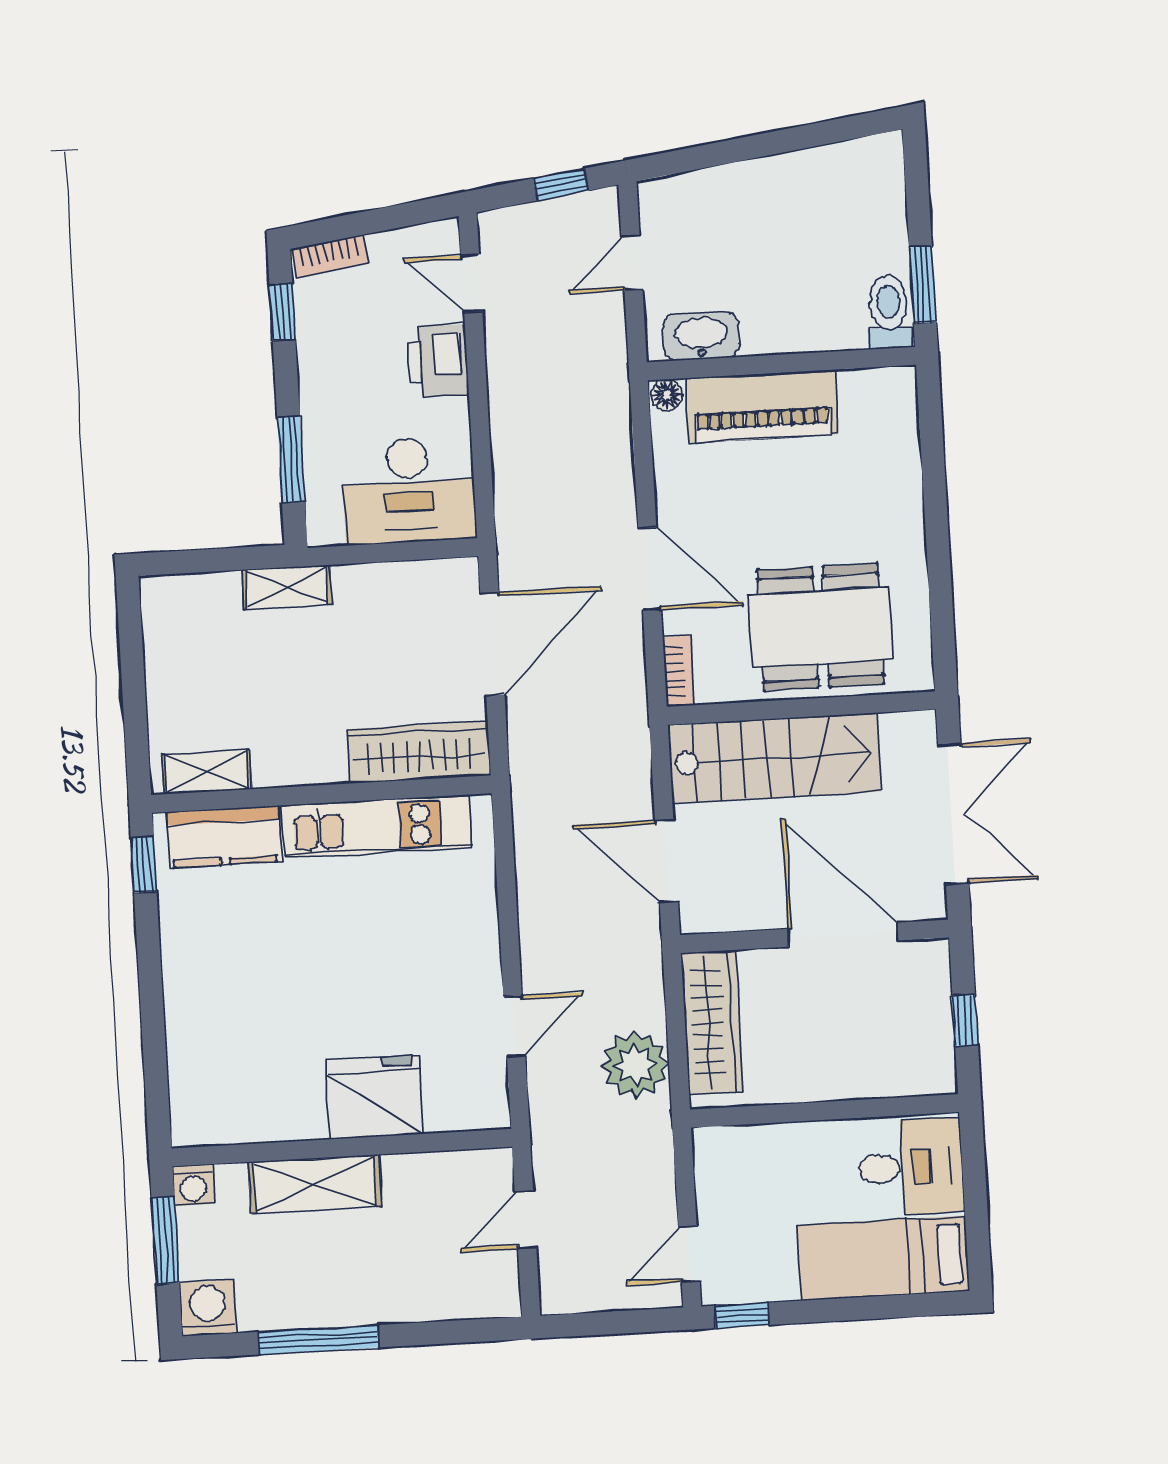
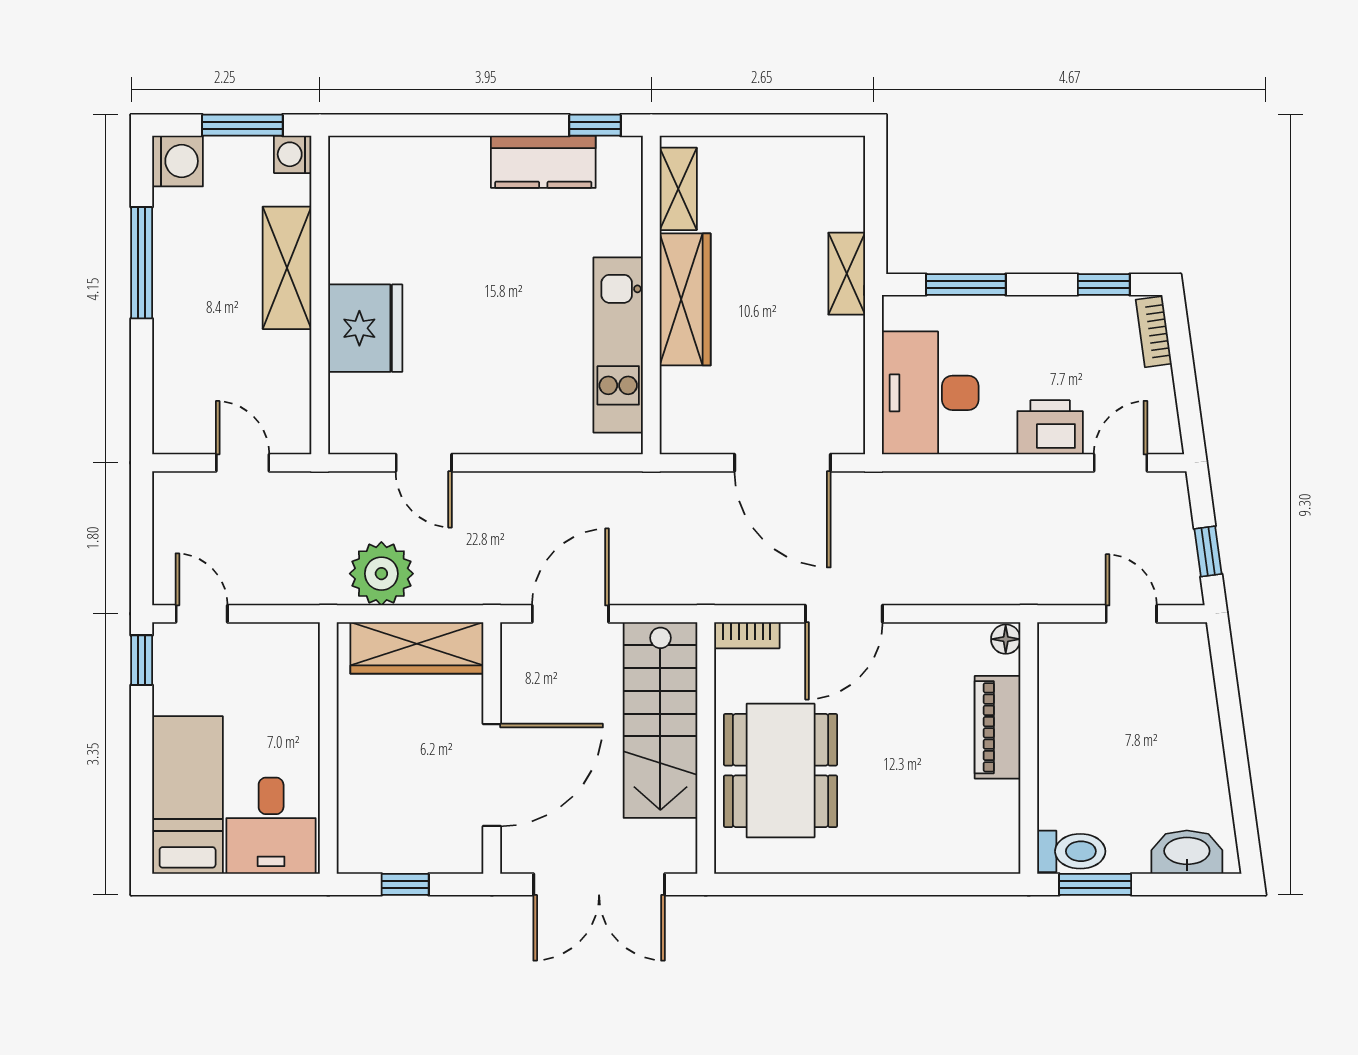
washbasin: (701, 336) -> (1187, 852), moved, turned -90
piano: (762, 406) -> (997, 727), width x0.73, depth x0.75
wardrobe: (419, 752) -> (685, 299), moved
kitchen counter: (224, 837) -> (543, 162), moved, turned -90

